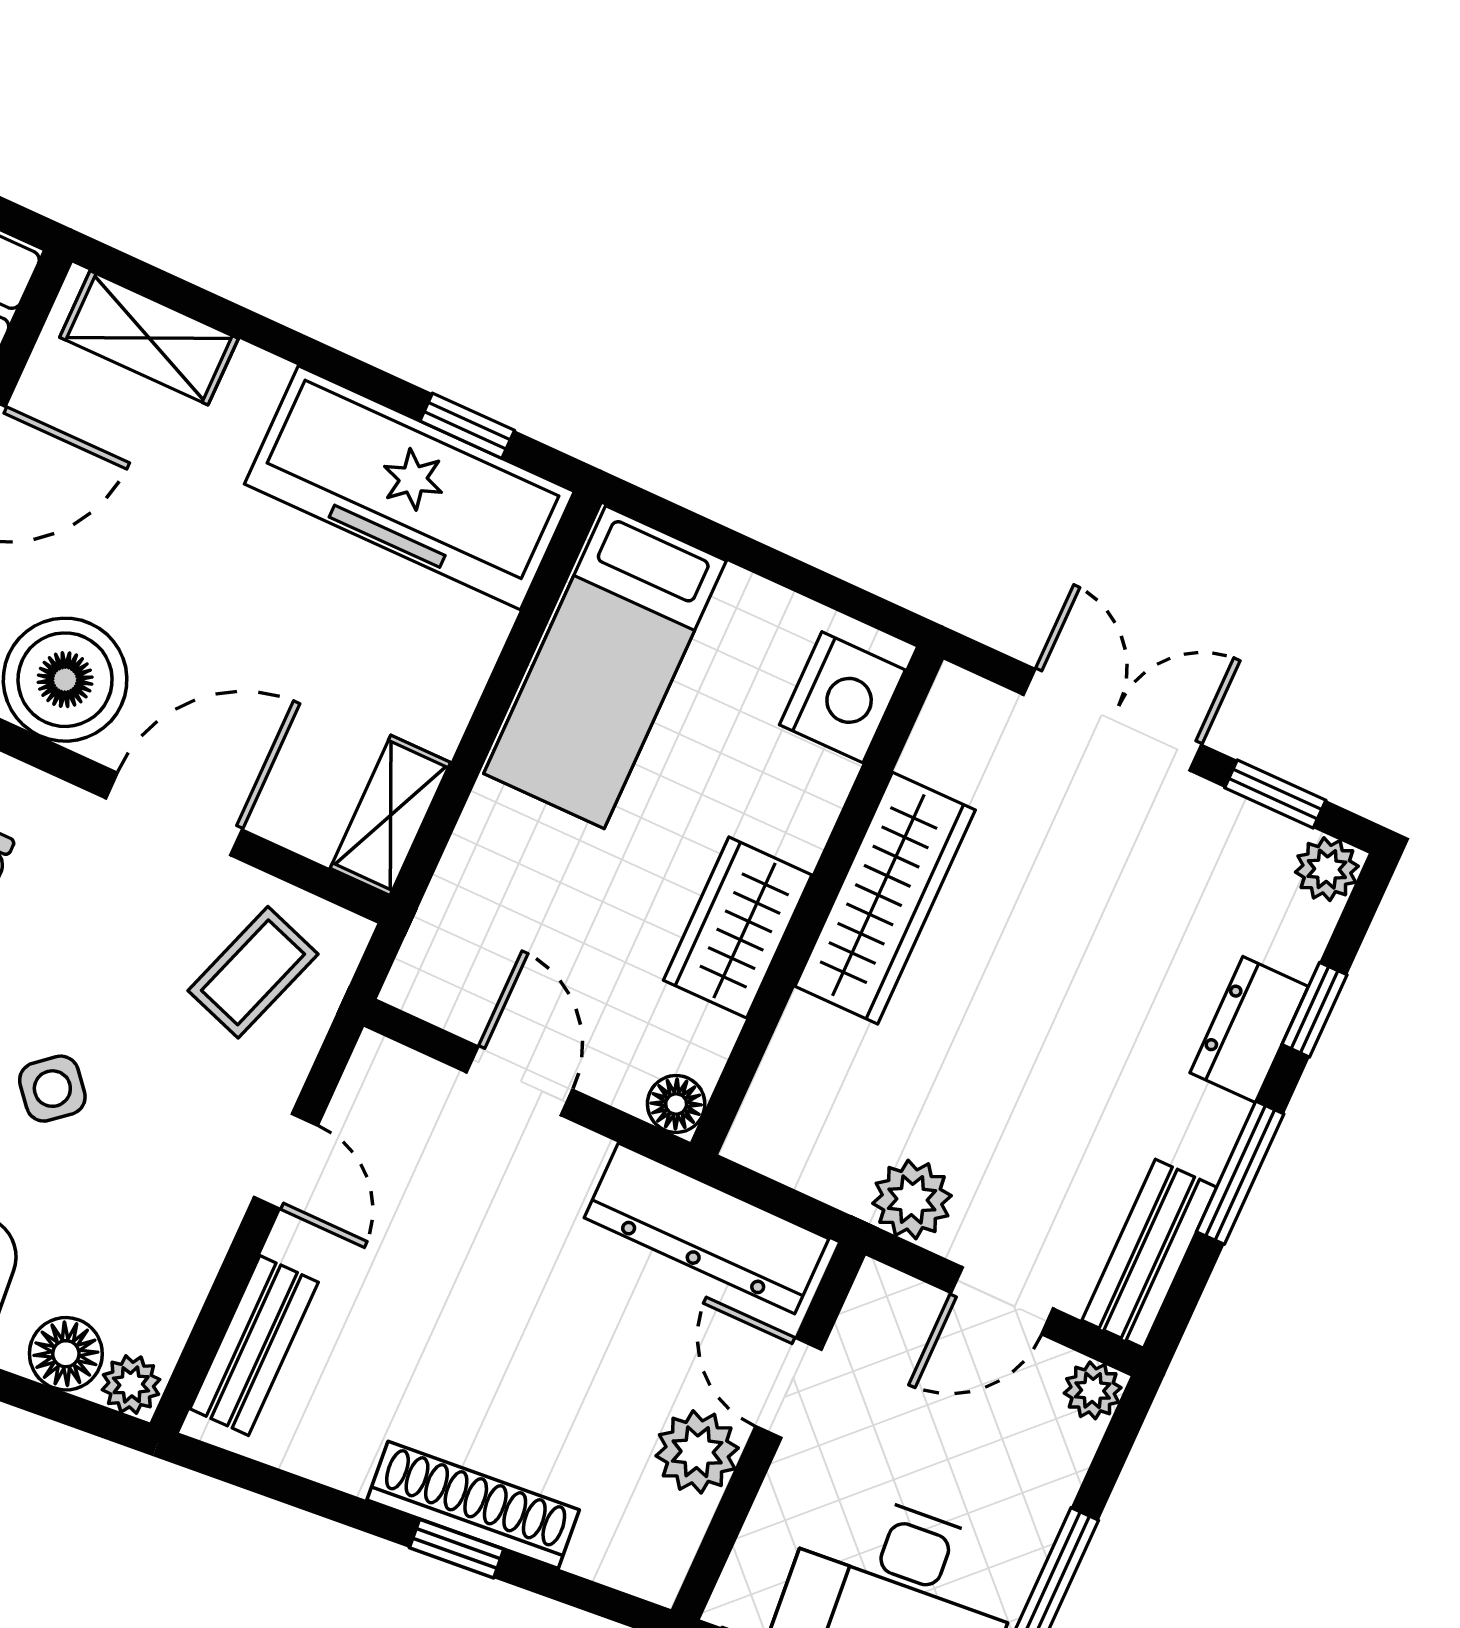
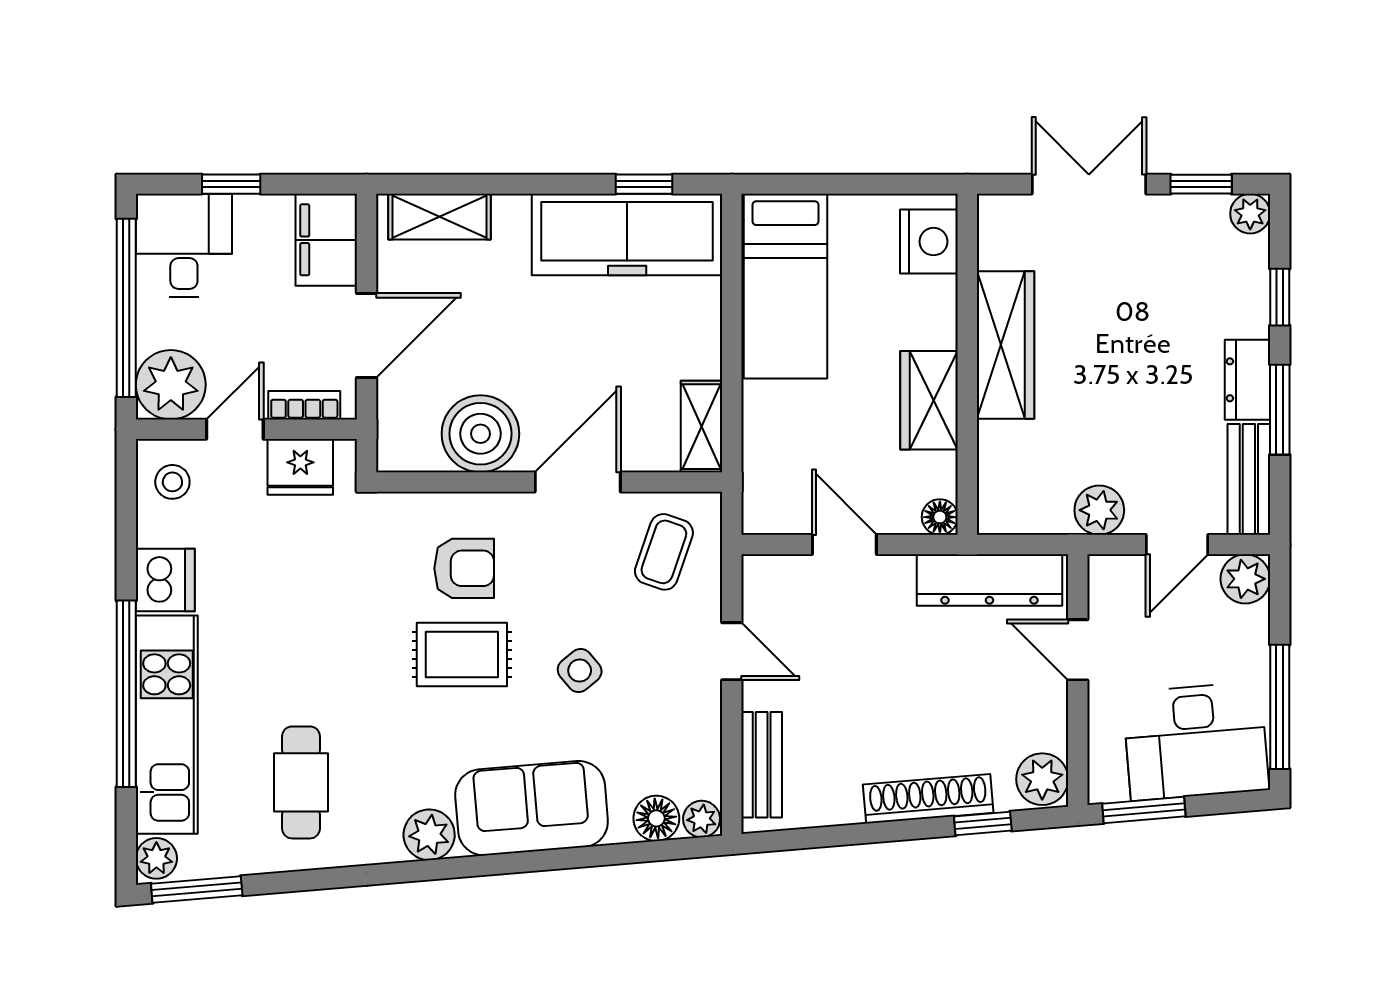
dresser: (1249, 1030) -> (1247, 380), moved
plant: (1093, 1390) -> (1245, 579), width x1.38, depth x1.38
plant: (697, 1452) -> (1042, 779), moved
window: (457, 1549) -> (983, 824), moved

